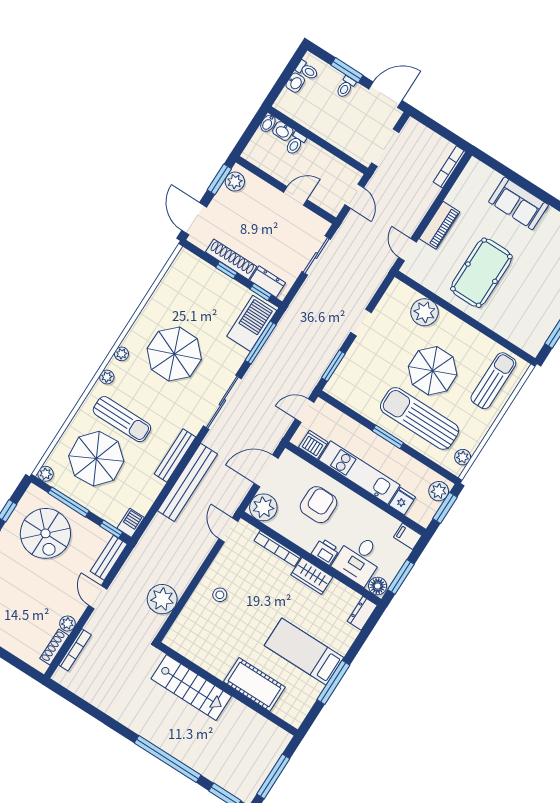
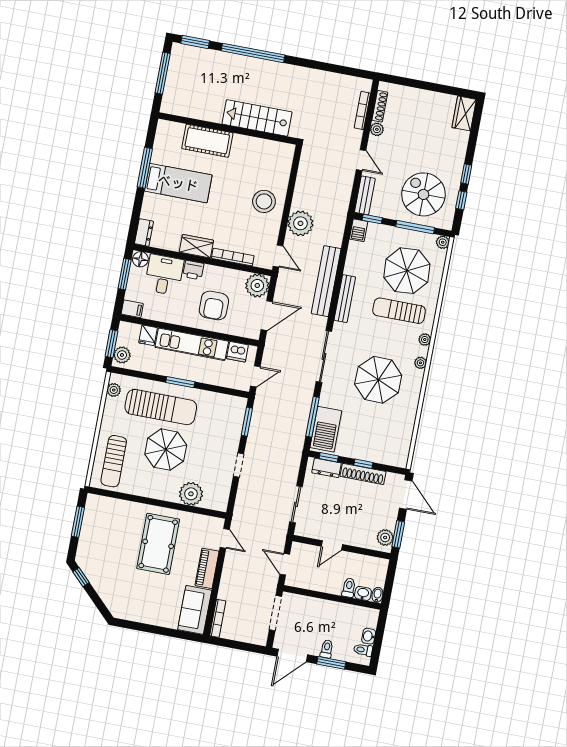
sofa: (518, 203) -> (195, 610), moved, turned -90
stool: (220, 595) -> (264, 201), width x1.89, depth x1.89
plant: (162, 599) -> (300, 223), moved

